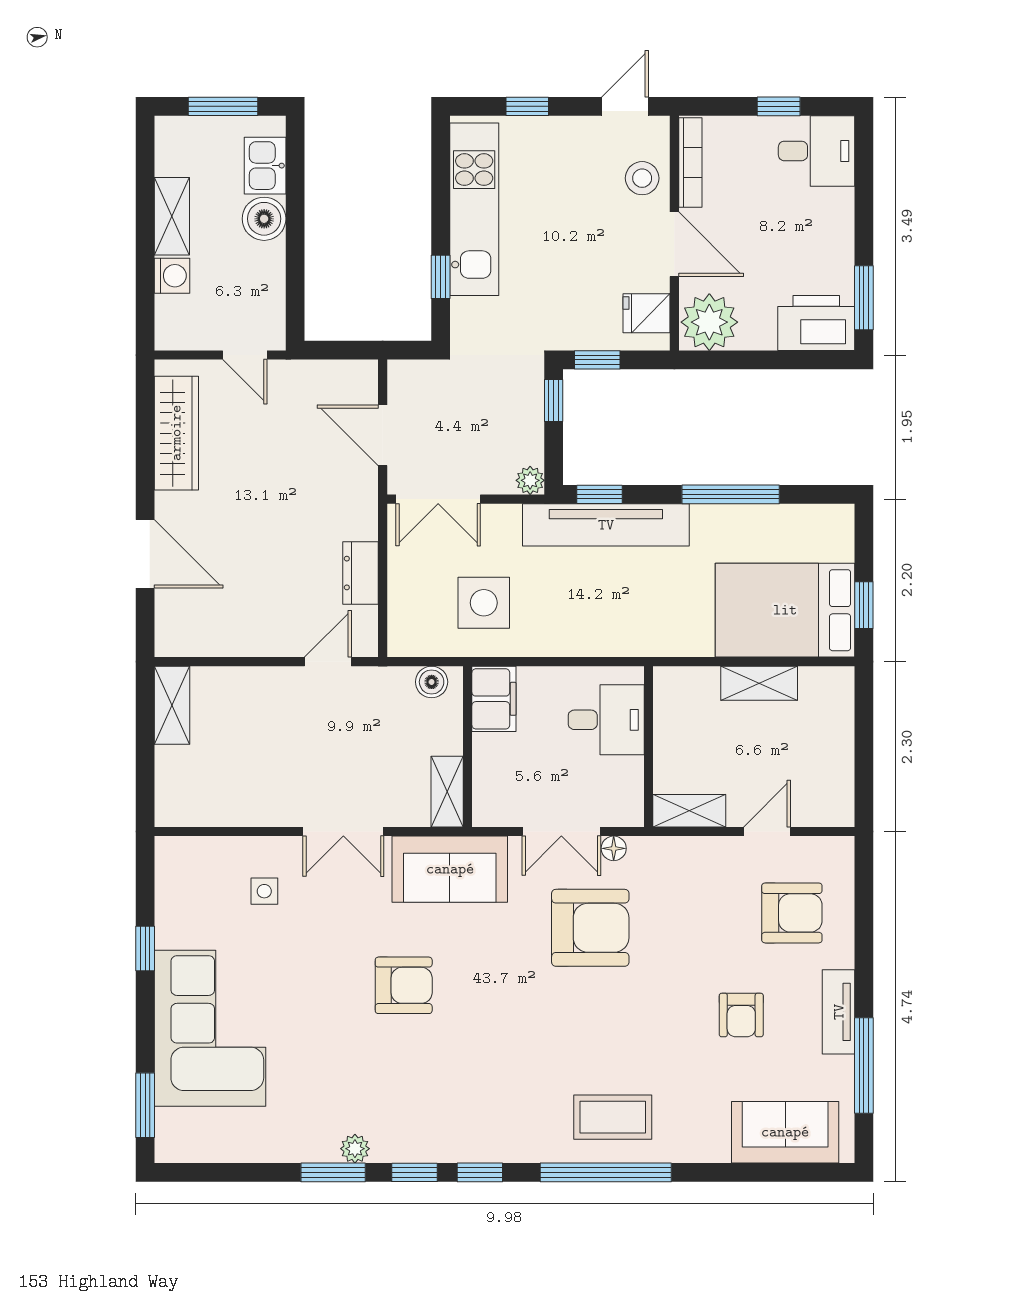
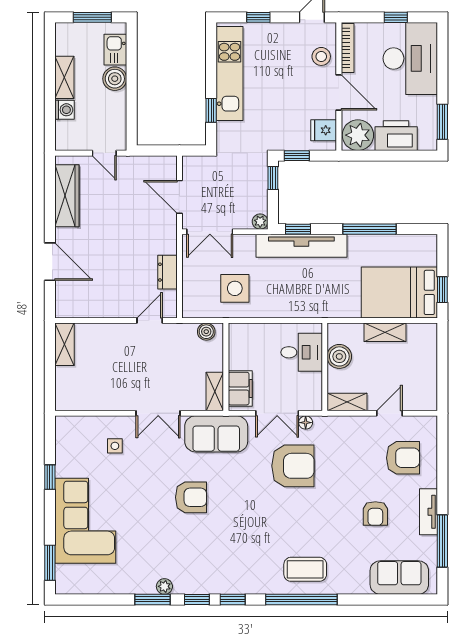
desk: (817, 151) -> (410, 58), width x1.87, depth x1.30
printer: (816, 323) -> (396, 136), moved
filing cabinet: (494, 699) -> (240, 389), moved
boiler: (675, 727) -> (339, 356), added

